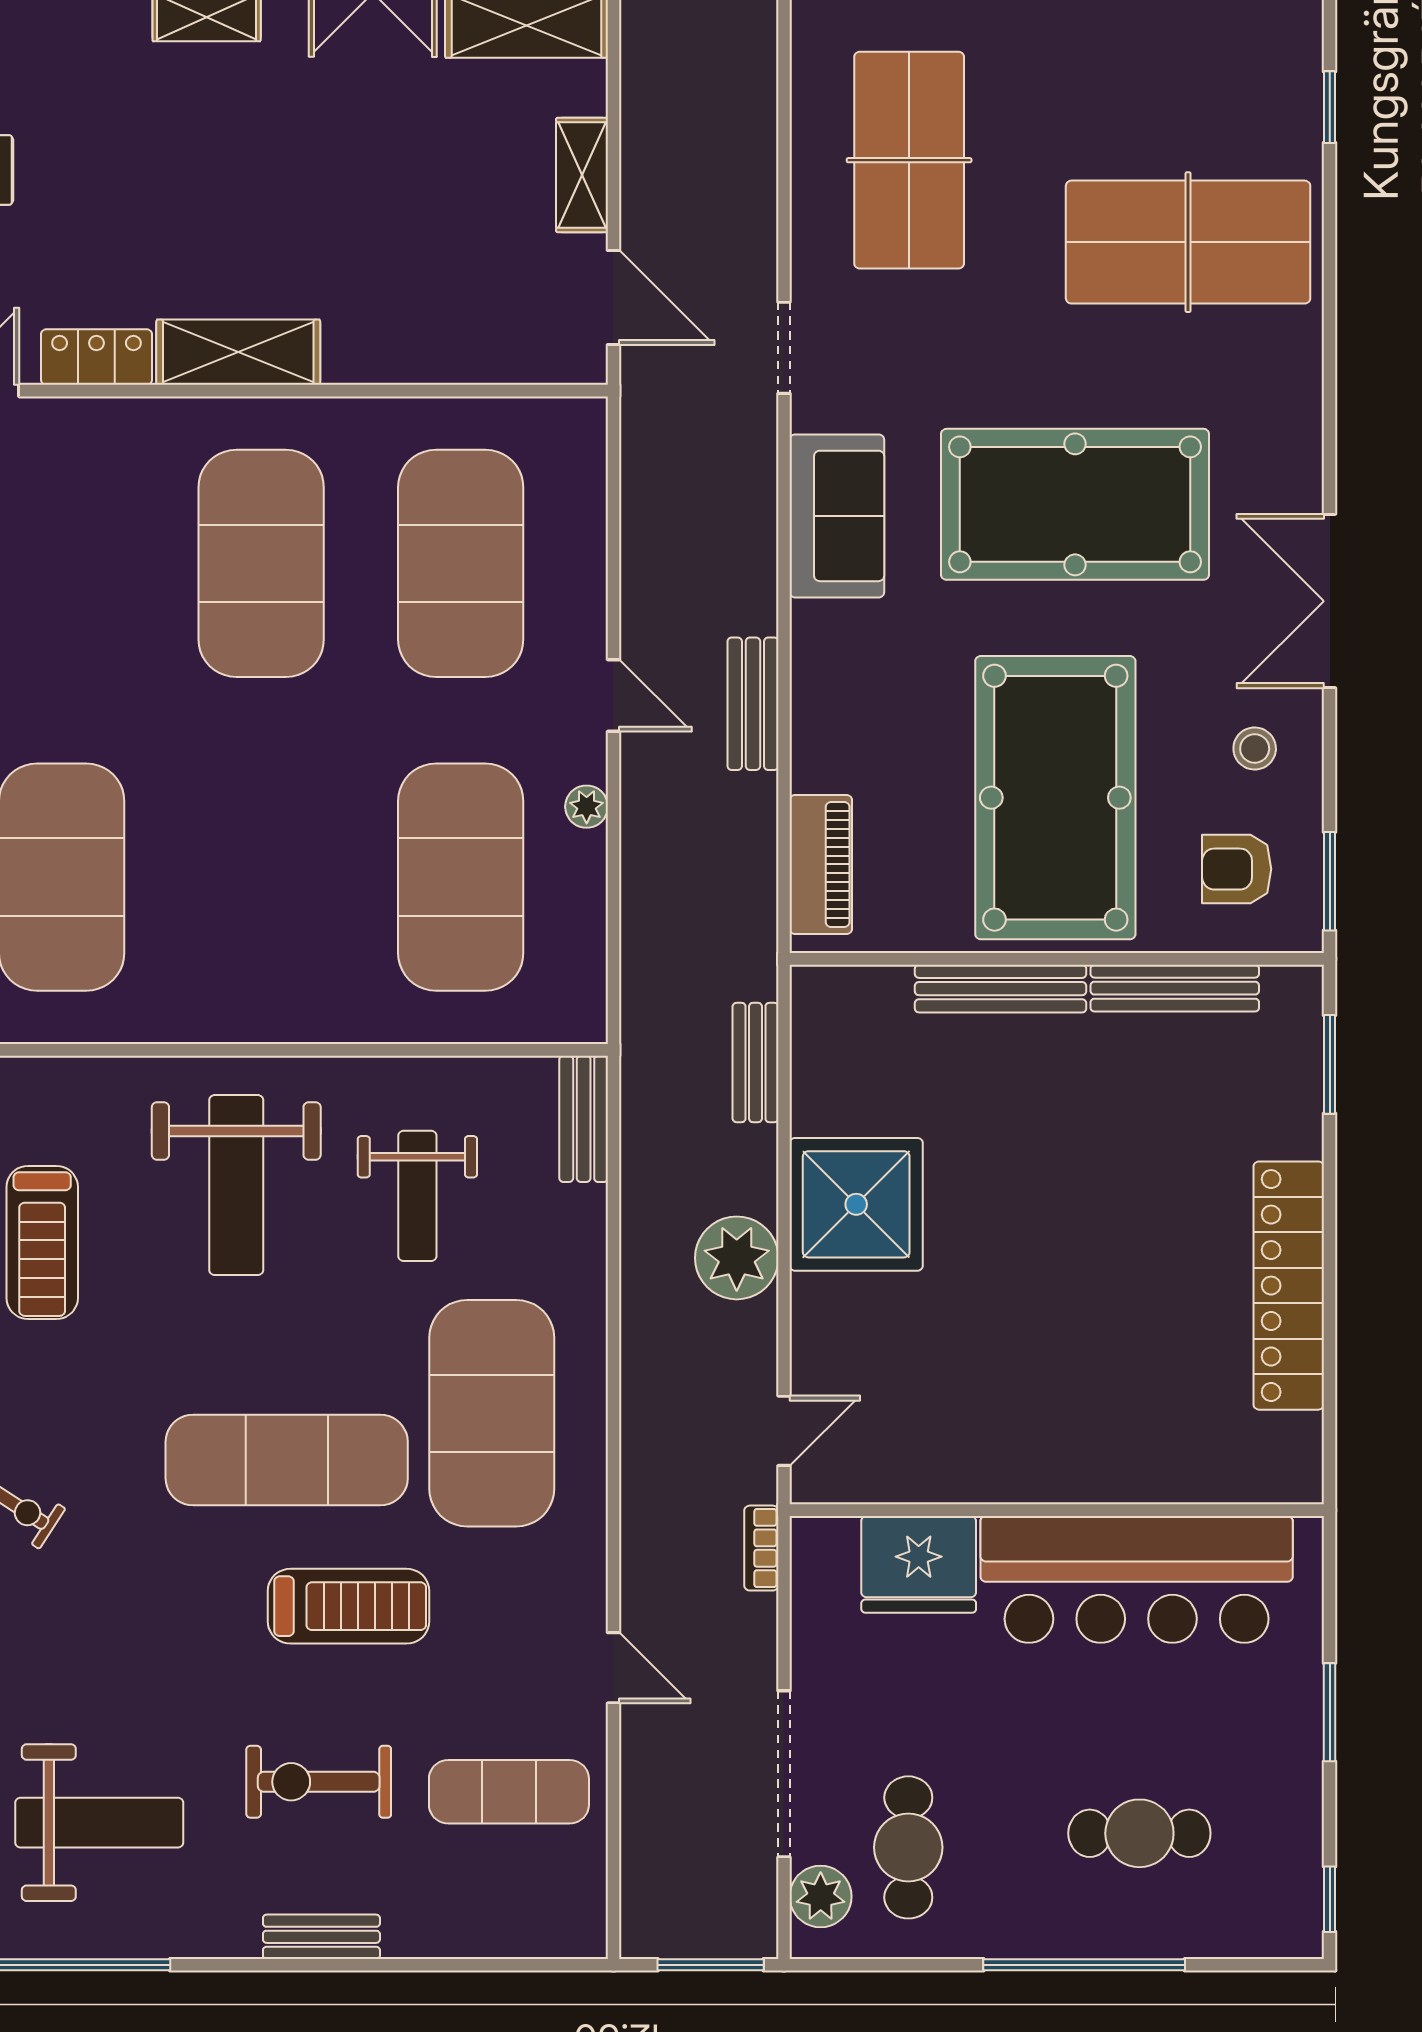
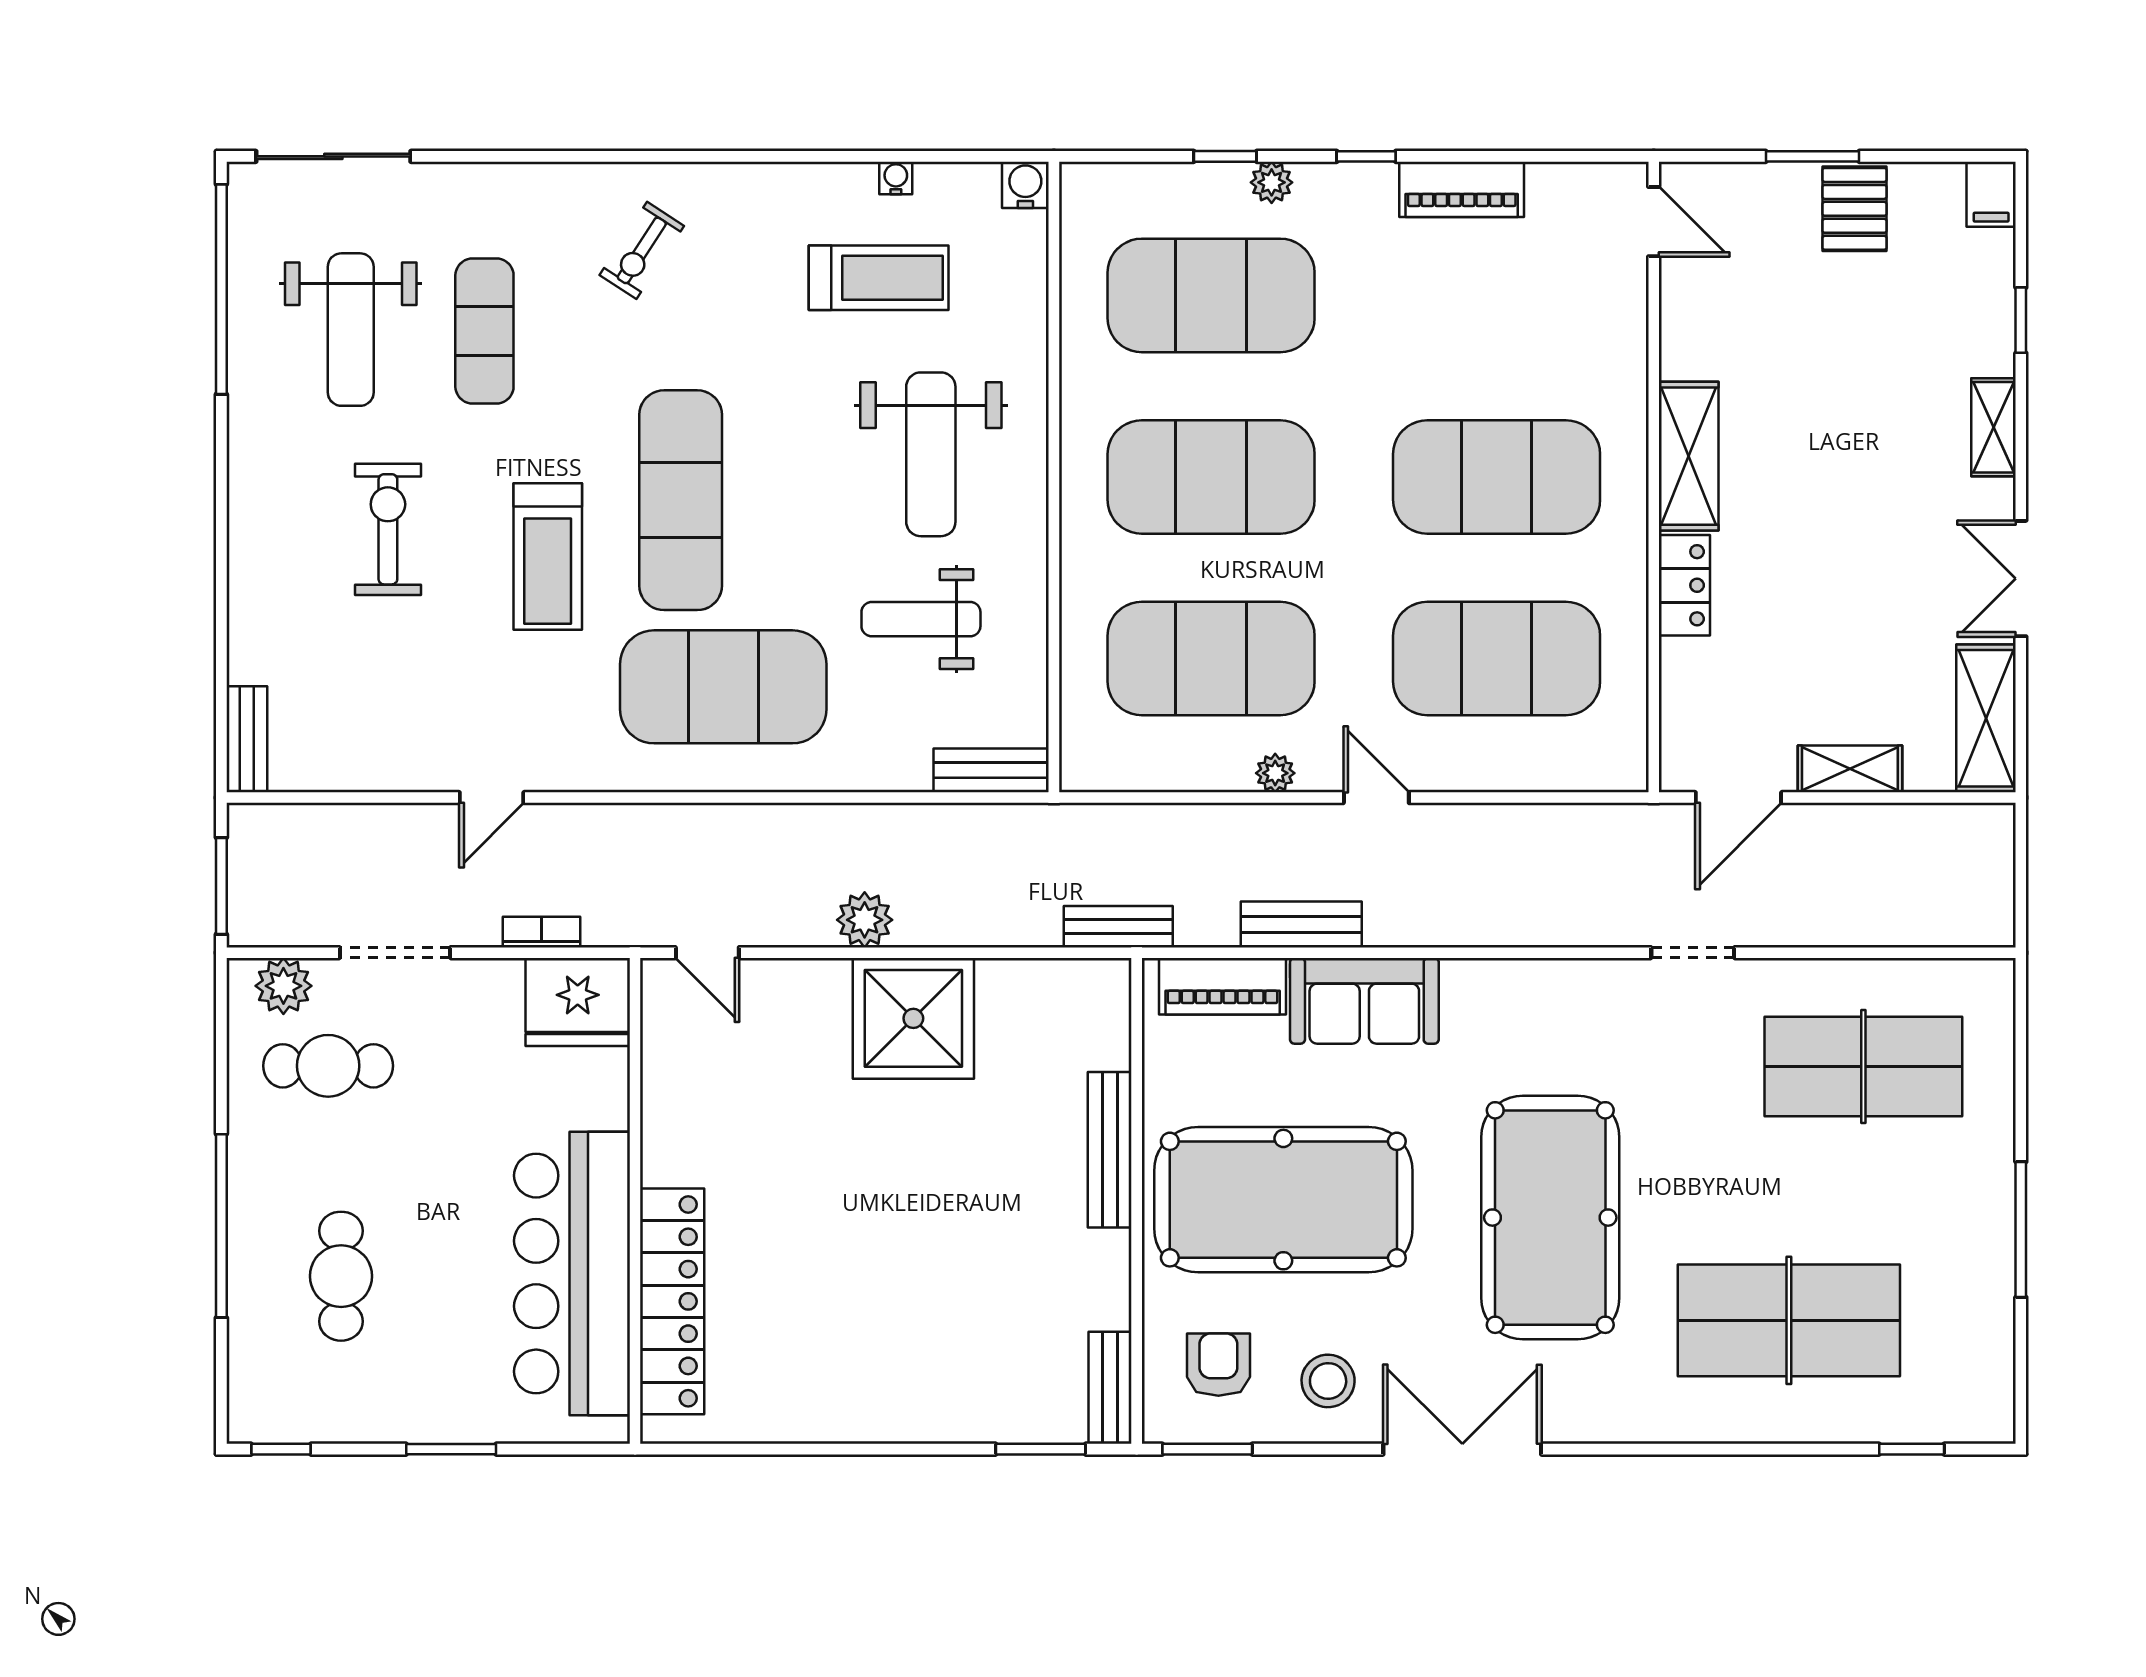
table tennis table: (1188, 242) -> (1789, 1320), turned 90
locker: (96, 357) -> (1684, 585), moved
sofa: (837, 516) -> (1364, 1001), moved
door: (613, 695) -> (1376, 798), swing flipped
bench: (753, 704) -> (1301, 924), moved
stool: (1255, 749) -> (1328, 1381), width x1.37, depth x1.37
exercise mat: (261, 877) -> (1211, 477), added
bench: (1175, 988) -> (1110, 1388), moved, width x0.73
bench: (755, 1062) -> (1118, 927), moved
weight bench: (236, 1185) -> (931, 454), turned -90
treadmill: (42, 1242) -> (879, 278), turned 180
plant: (737, 1258) -> (865, 920), width x0.73, depth x0.73
locker: (1289, 1286) -> (672, 1301), moved, turned 90
bookcase: (761, 1548) -> (542, 932), moved
fridge: (919, 1564) -> (578, 1002), moved, turned -90
doorway: (784, 1774) -> (395, 953), width x0.73
exercise mat: (509, 1792) -> (484, 331), moved
bench: (321, 1937) -> (247, 739), moved

